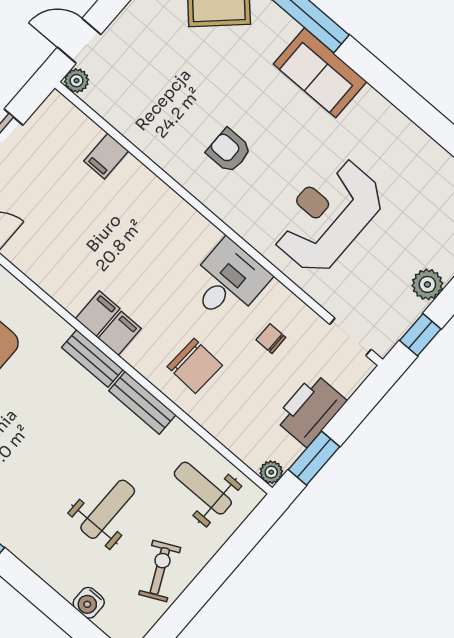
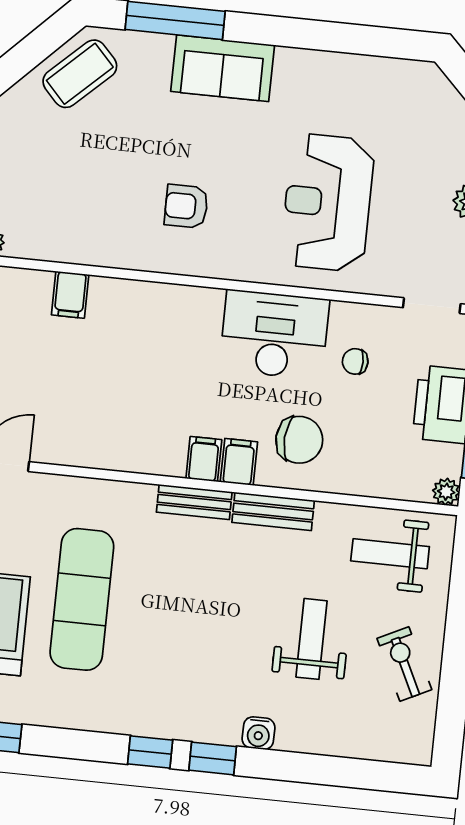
desk: (228, 281) -> (274, 335), width x1.37
filing cabinet: (98, 314) -> (239, 462), moved
water cooler: (89, 603) -> (259, 733), moved

